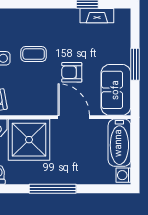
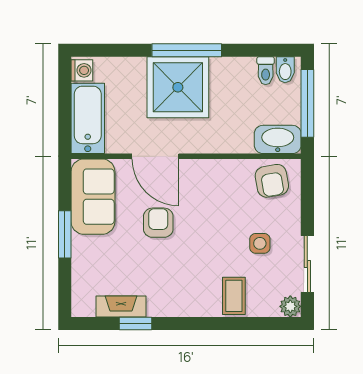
coffee table: (34, 54) -> (234, 296), moved, turned 90
armchair: (72, 72) -> (158, 223), turned -90
shower: (29, 140) -> (178, 87), moved

